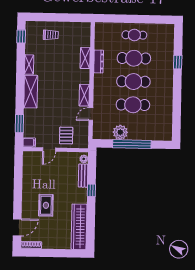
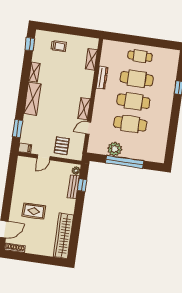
shelving: (85, 58) -> (91, 59), moved
window: (91, 190) -> (82, 185), moved
rug: (46, 205) -> (34, 211), turned 90

